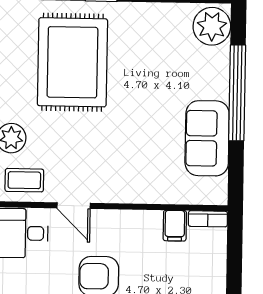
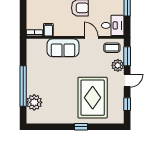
plant: (212, 26) -> (34, 102), moved
sofa: (207, 138) -> (63, 48), moved, turned 90

